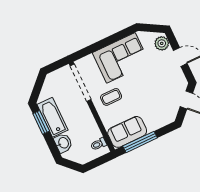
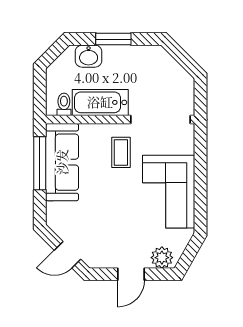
bathtub: (52, 117) -> (100, 102), moved, turned 180
window: (41, 122) -> (113, 39), moved
sofa: (127, 132) -> (62, 162), width x1.36

